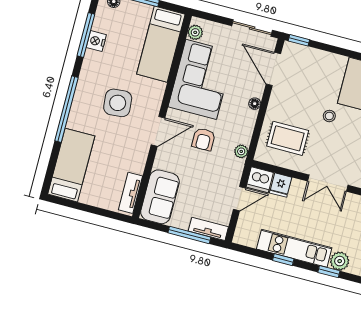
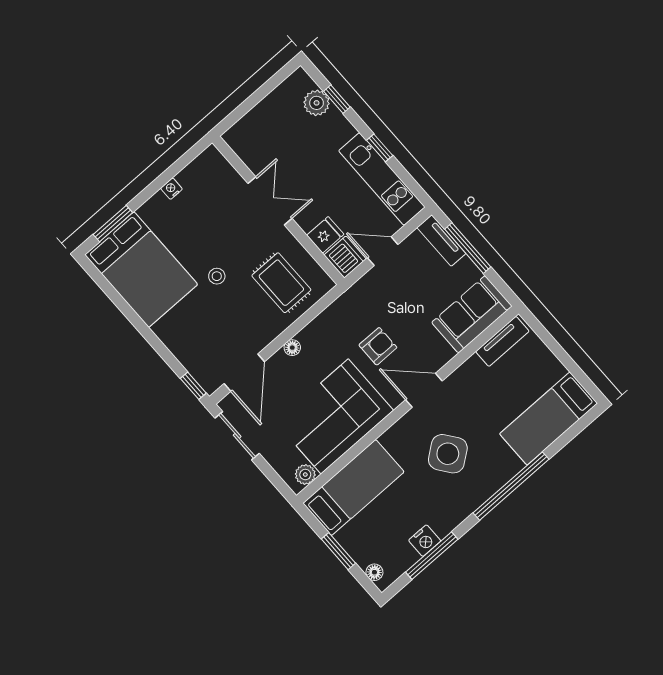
side table: (118, 103) -> (448, 454), turned -32
plant: (241, 151) -> (344, 304), removed
kitchen unit: (294, 248) -> (382, 179), moved

